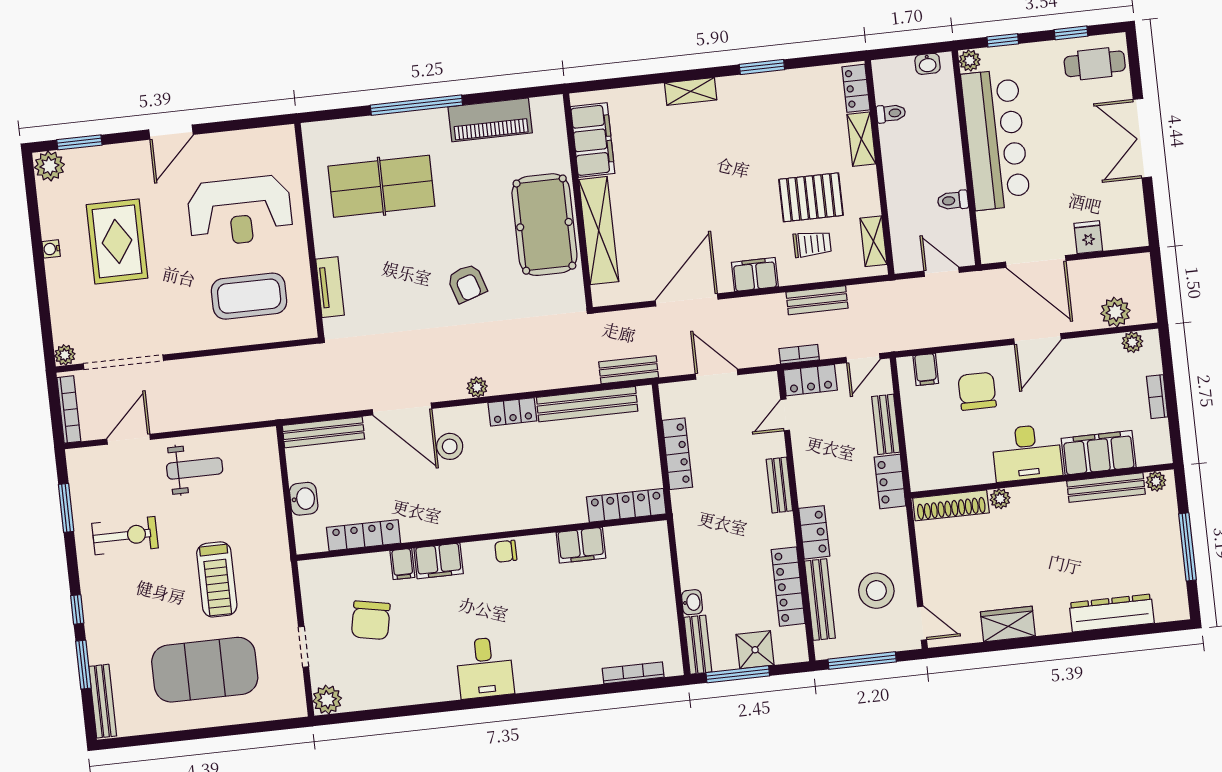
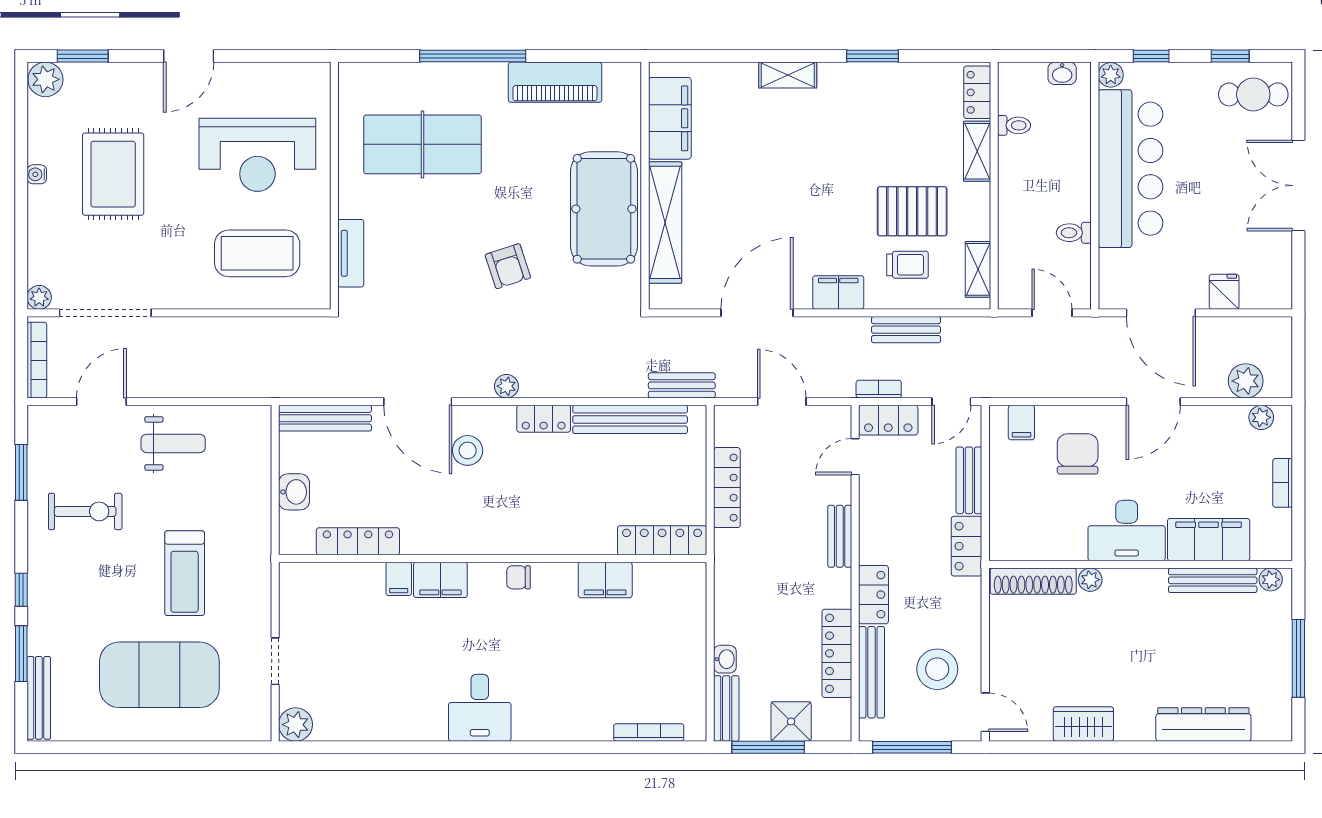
chair: (371, 620) -> (355, 639), removed

